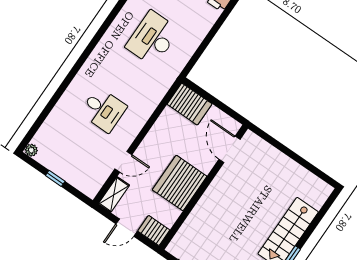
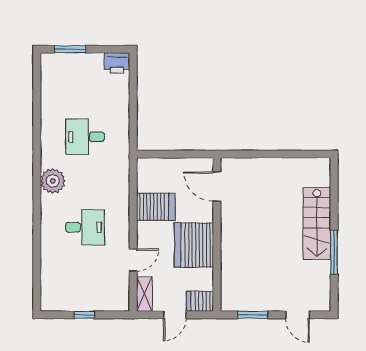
desk: (153, 38) -> (85, 137), width x0.73
server rack: (190, 104) -> (156, 207), moved
plant: (31, 150) -> (53, 181), moved, width x1.87, depth x1.87

